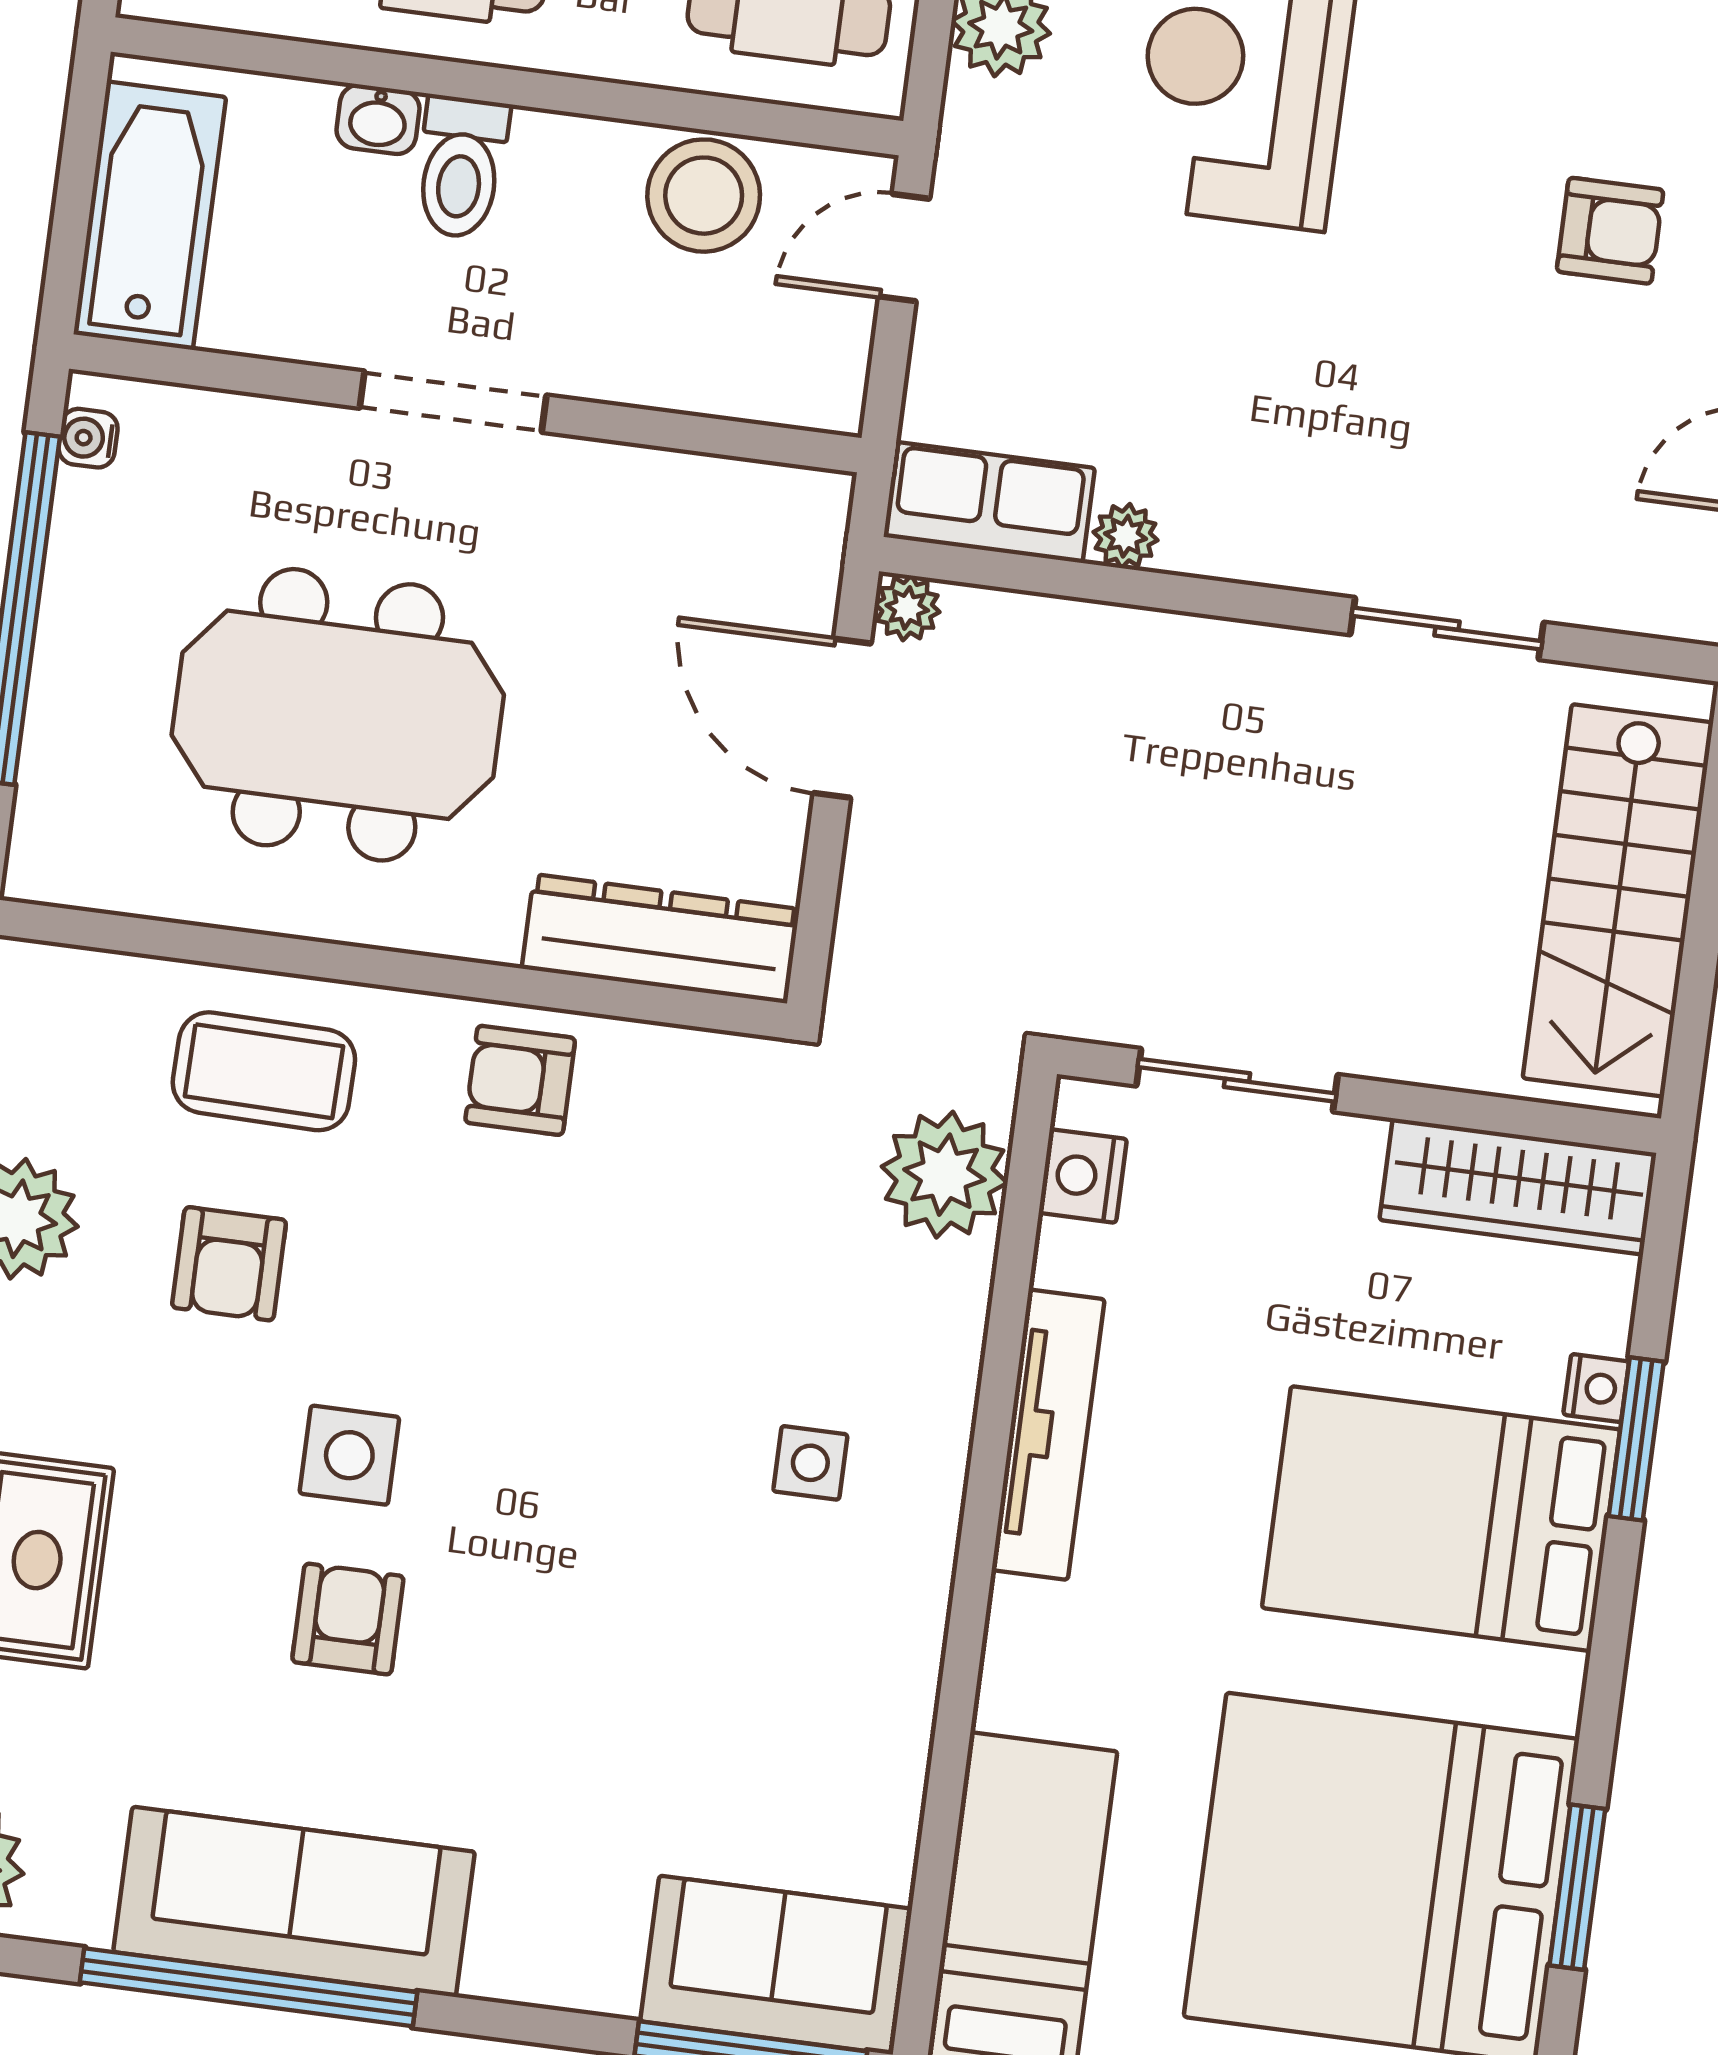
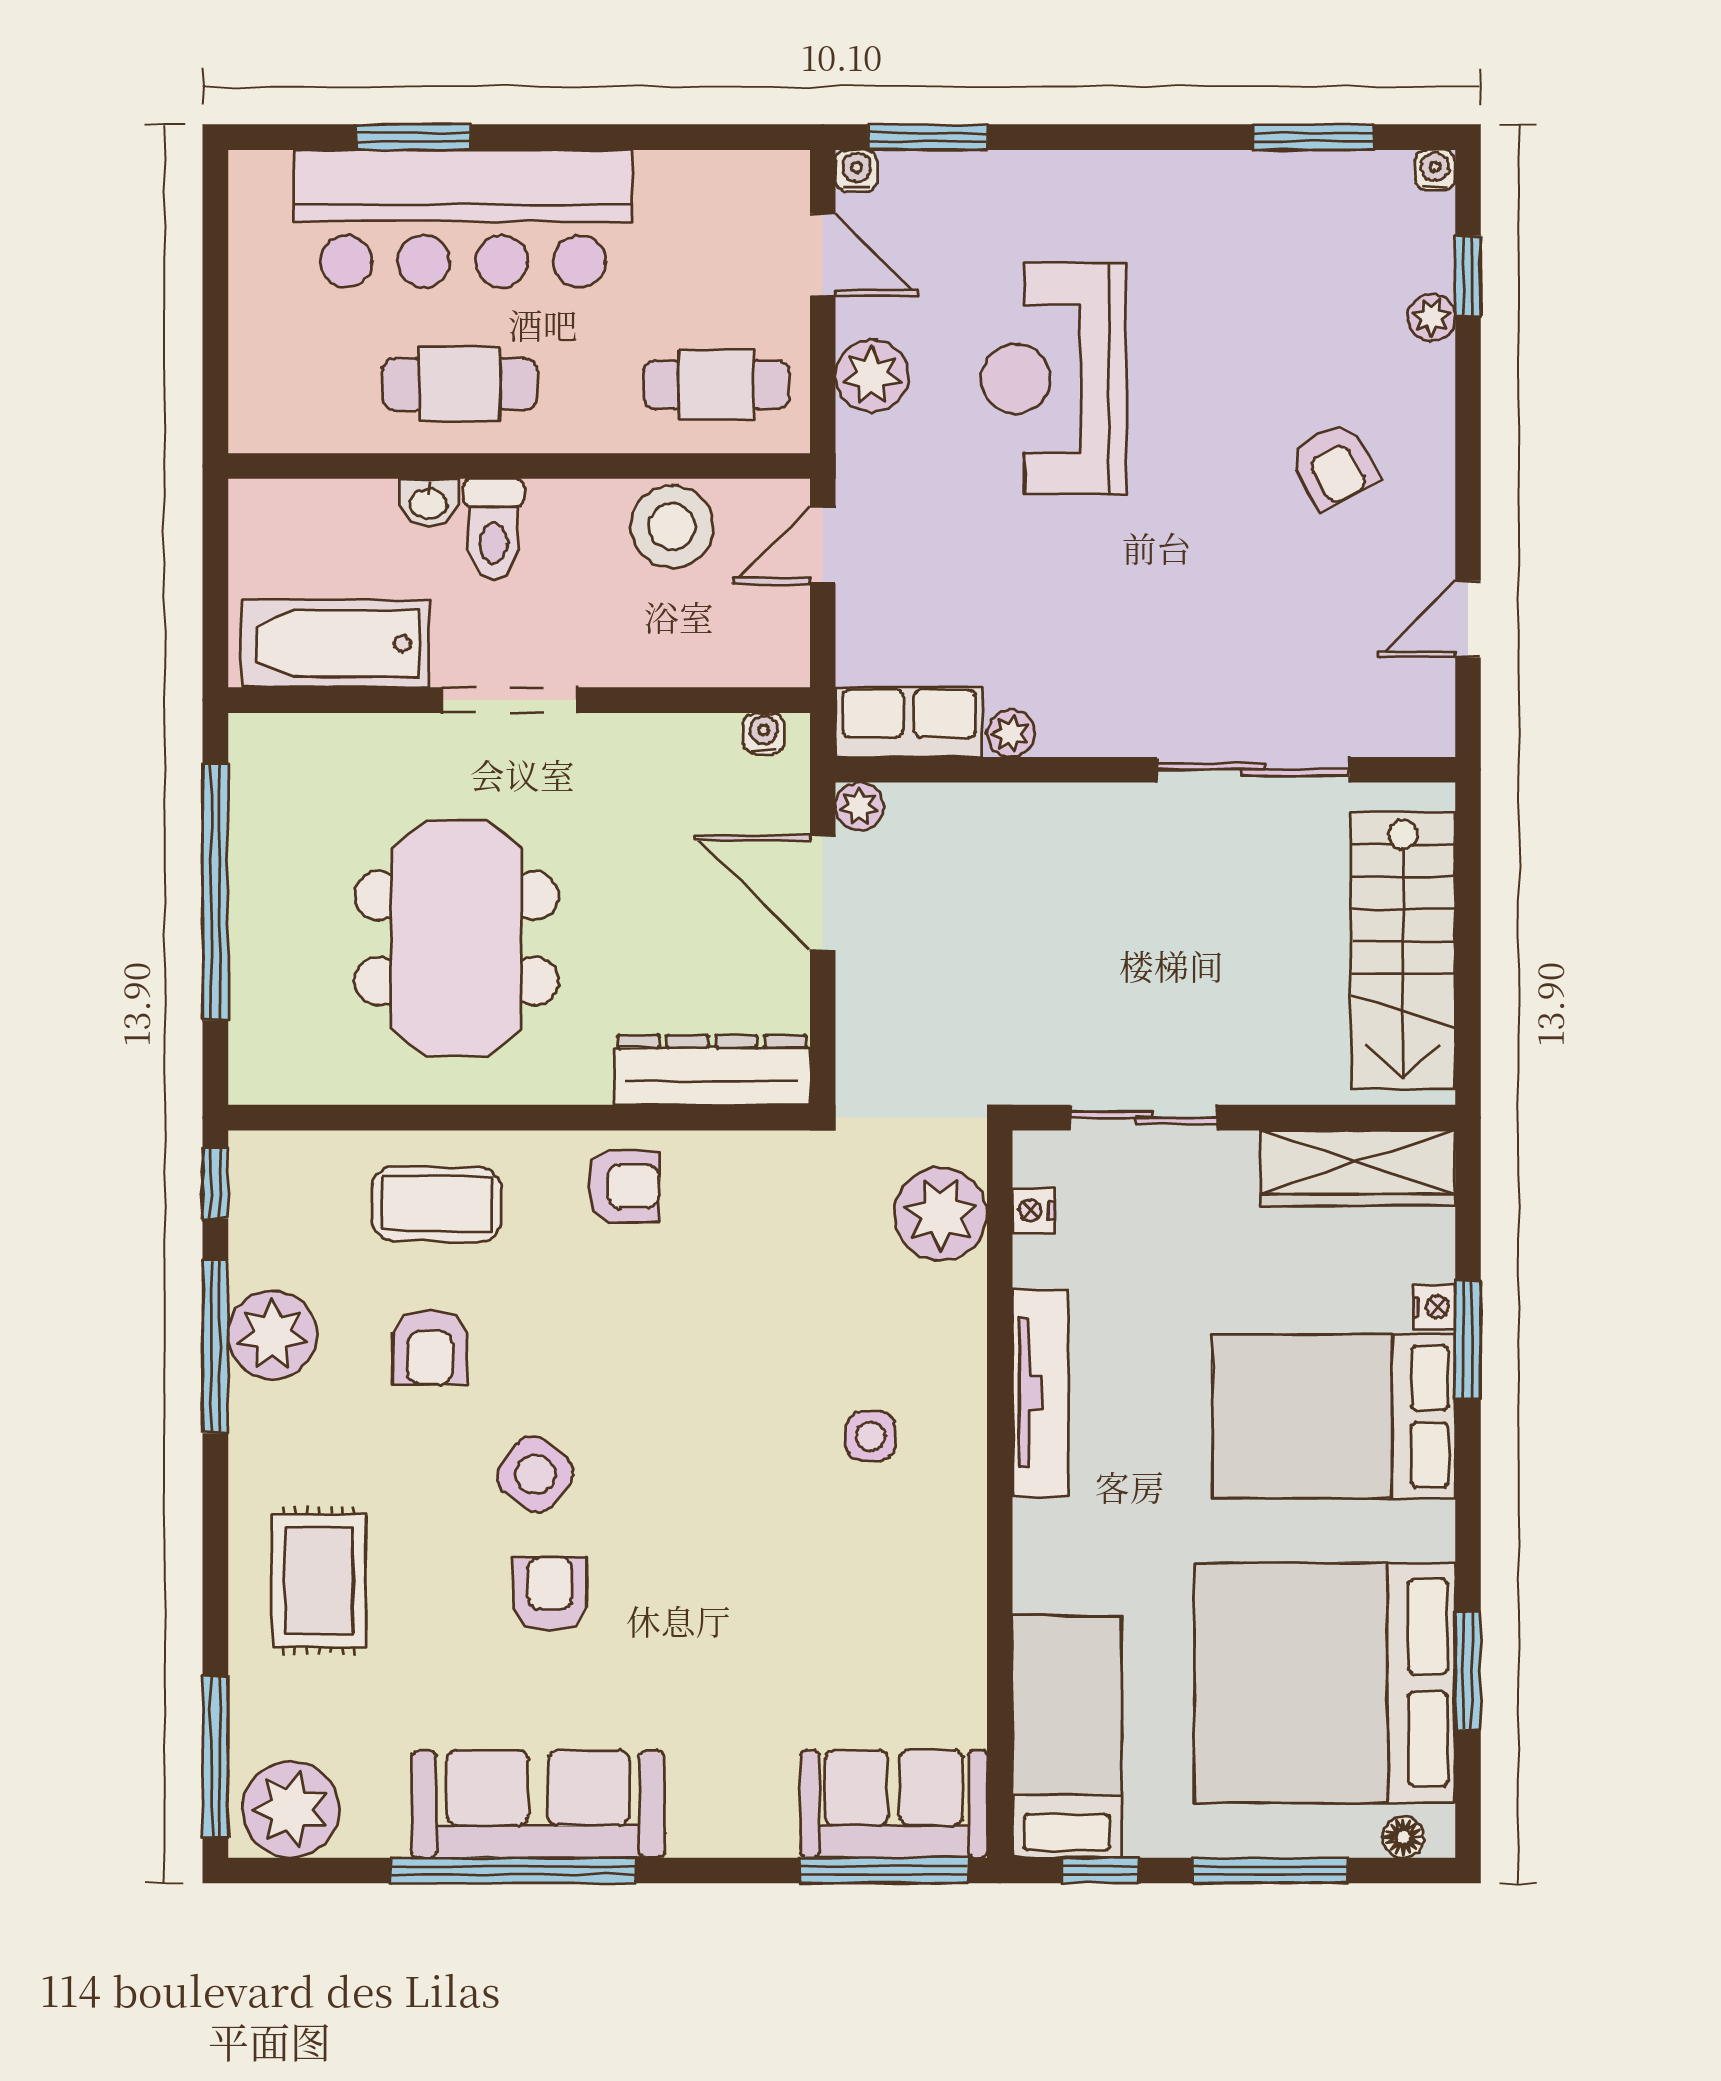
bathtub: (150, 216) -> (335, 643), moved, turned -90
armchair: (1610, 231) -> (1333, 465), turned 61
water cooler: (88, 438) -> (764, 733), moved, turned 90
sliding door: (1447, 628) -> (1253, 770), width x1.37
meeting table: (338, 715) -> (456, 938), turned 90
armchair: (520, 1080) -> (624, 1186), turned 180
nightstand: (1083, 1176) -> (1034, 1211), width x0.72, depth x0.74
side table: (349, 1455) -> (535, 1475), turned 37

